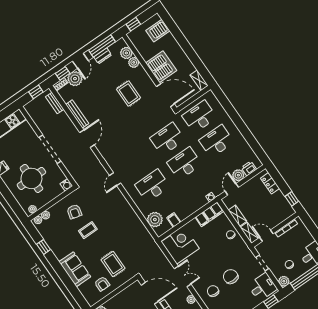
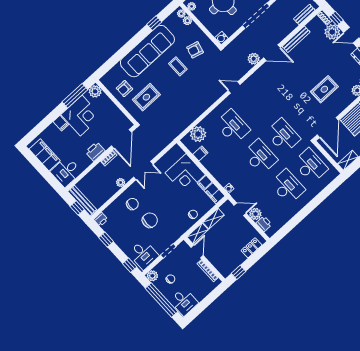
plant: (90, 157) -> (254, 59), added
corner desk: (180, 245) -> (185, 174), moved, turned 90
sofa: (75, 269) -> (147, 51), width x1.85, depth x1.27

